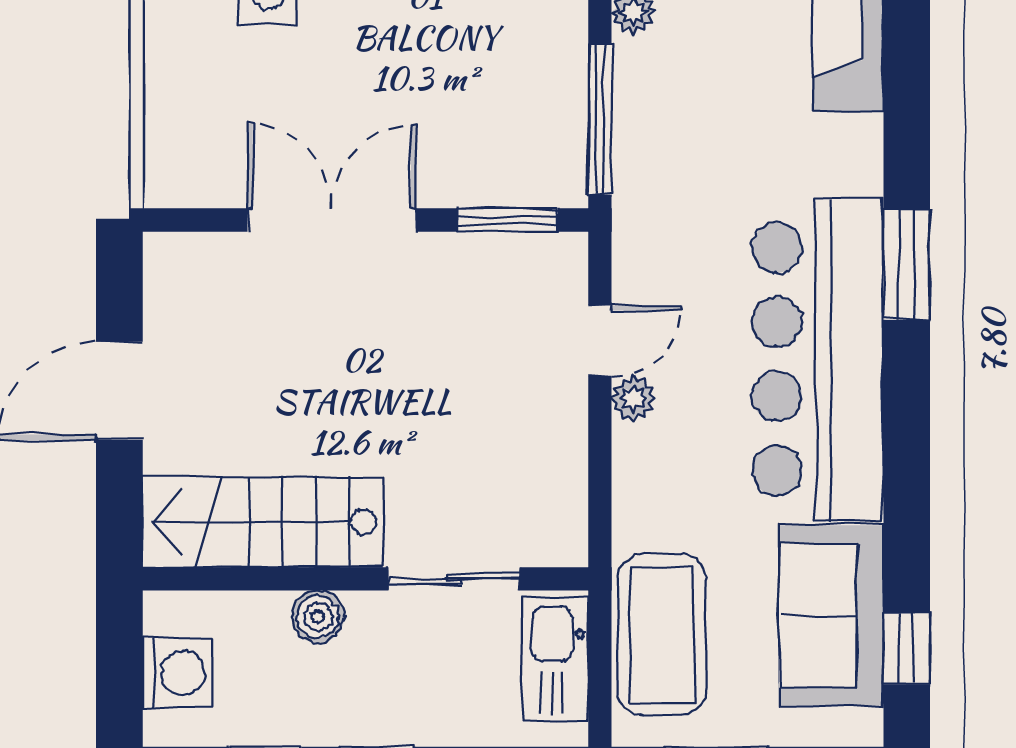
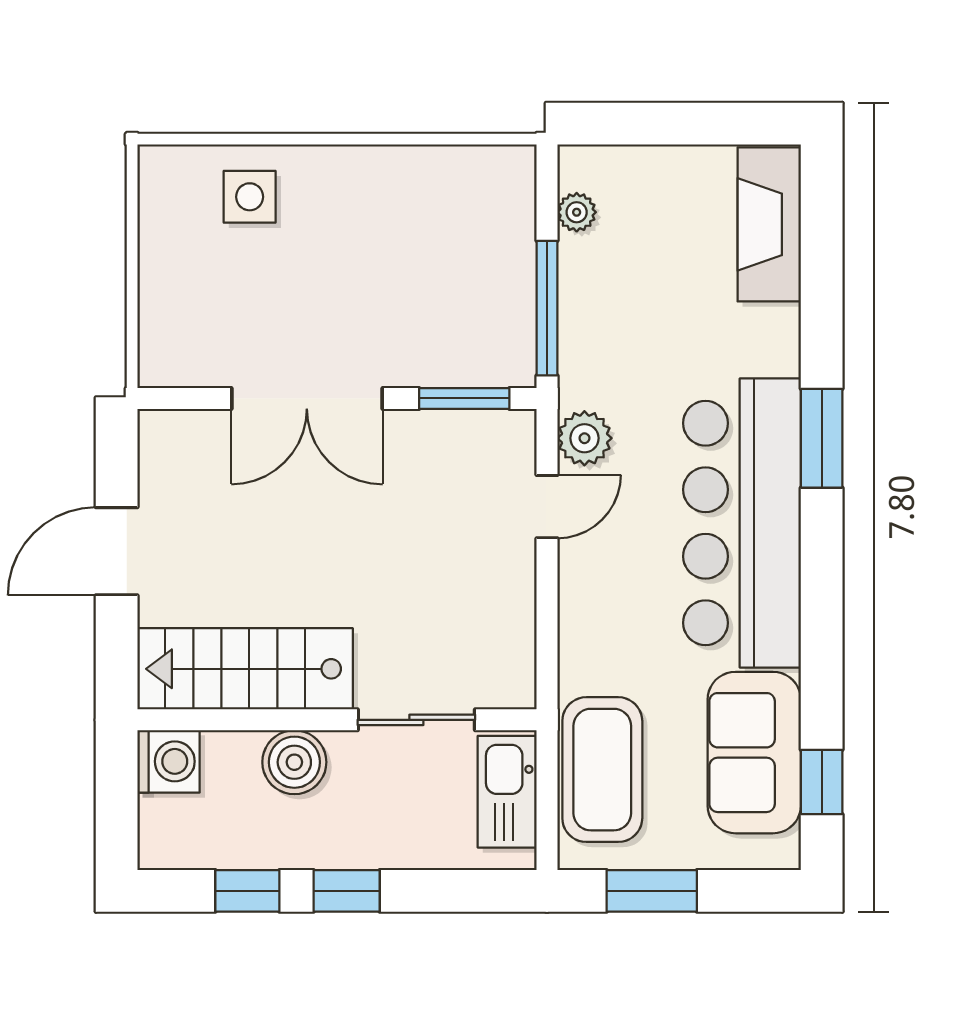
double door: (332, 220) -> (307, 398), swing flipped
plant: (634, 398) -> (584, 438), moved, width x1.38, depth x1.38
boiler: (318, 617) -> (294, 762), width x1.36, depth x1.36
washing machine: (177, 673) -> (169, 761), moved

